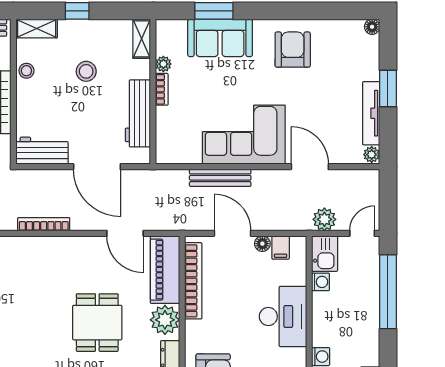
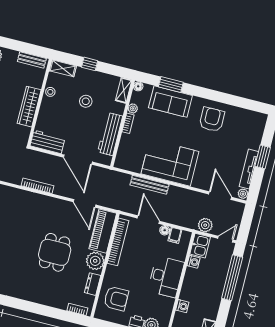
floor lamp: (372, 27) -> (138, 86), moved
door: (310, 167) -> (220, 196), moved

